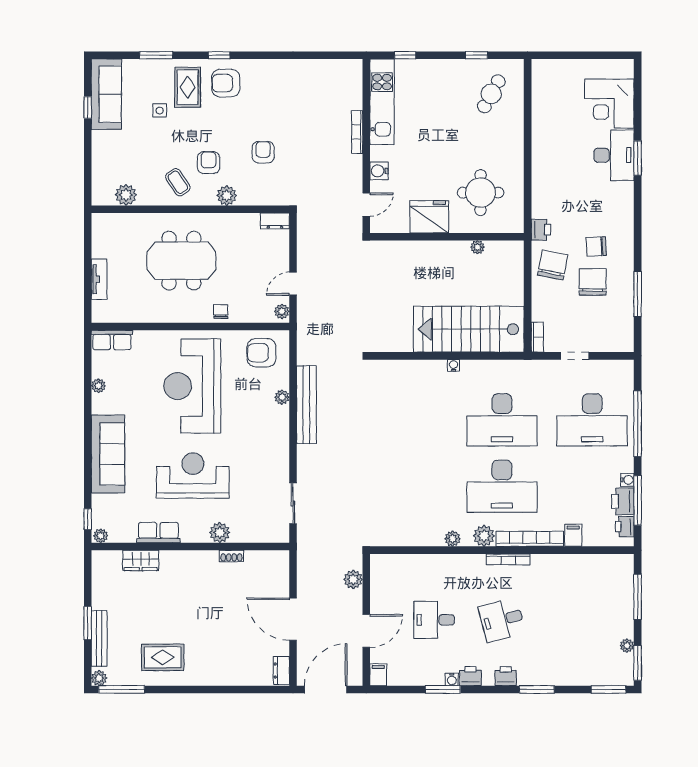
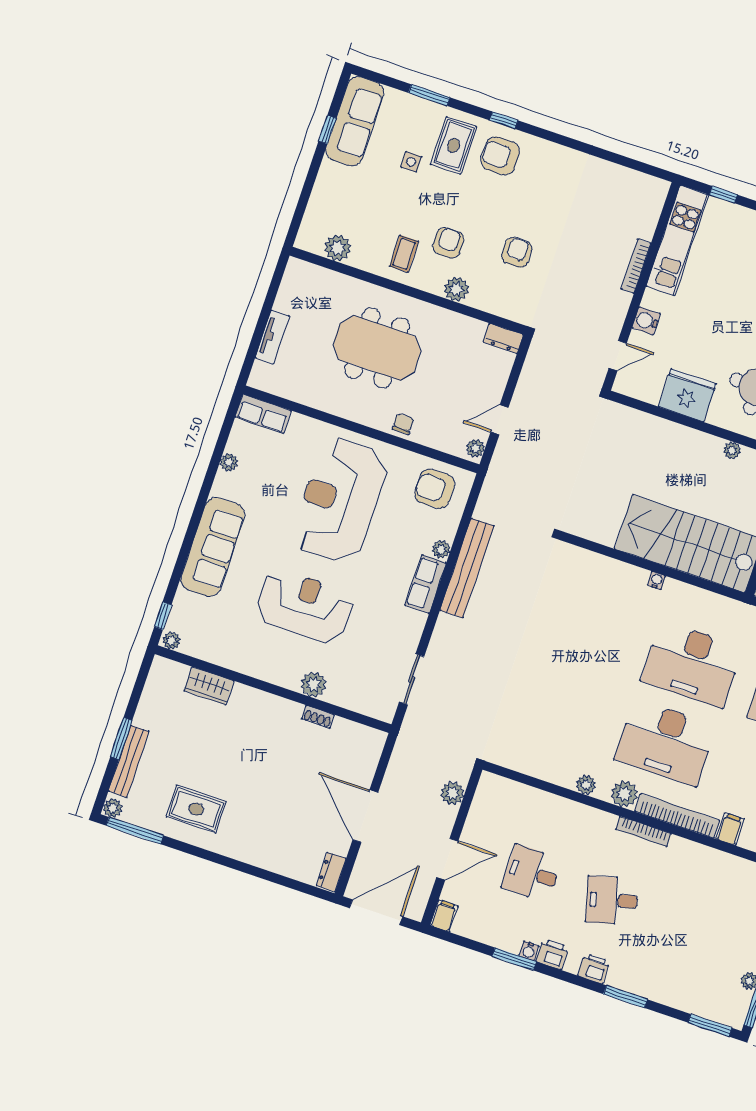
coffee table: (178, 182) -> (404, 254), turned 33
row of seats: (158, 533) -> (426, 584), moved, turned -90

